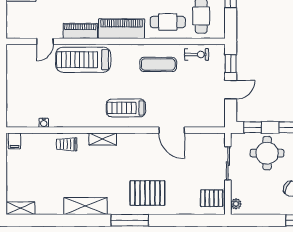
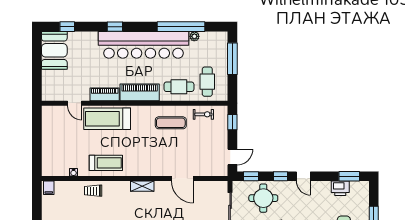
door: (45, 41) -> (75, 103), hinge flipped
door: (231, 90) -> (232, 157), moved
treadmill: (126, 108) -> (106, 163), moved, turned 180
shelving: (103, 139) -> (142, 186), moved

